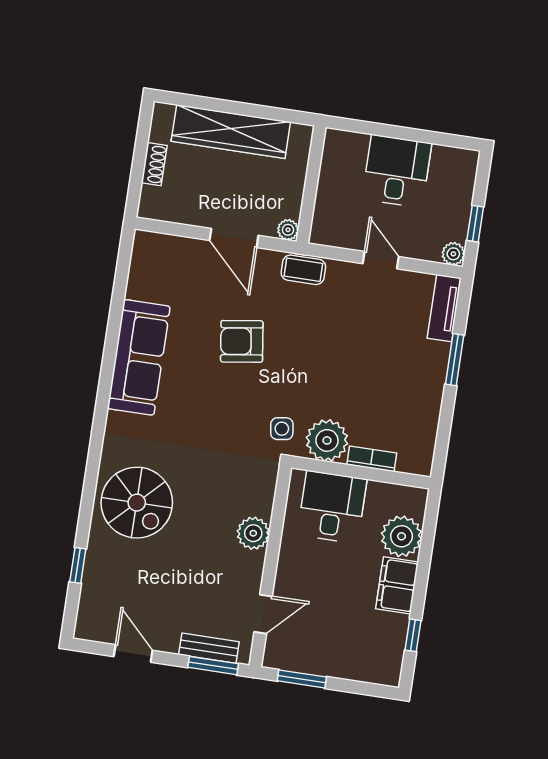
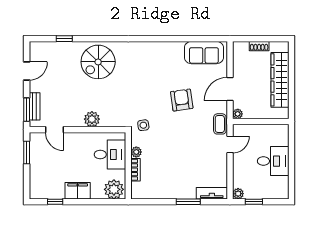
door: (381, 260) -> (230, 144), moved
sofa: (139, 357) -> (204, 53), moved, width x0.73
plant: (327, 440) -> (136, 152), width x0.53, depth x0.53
plant: (402, 536) -> (114, 189), moved

